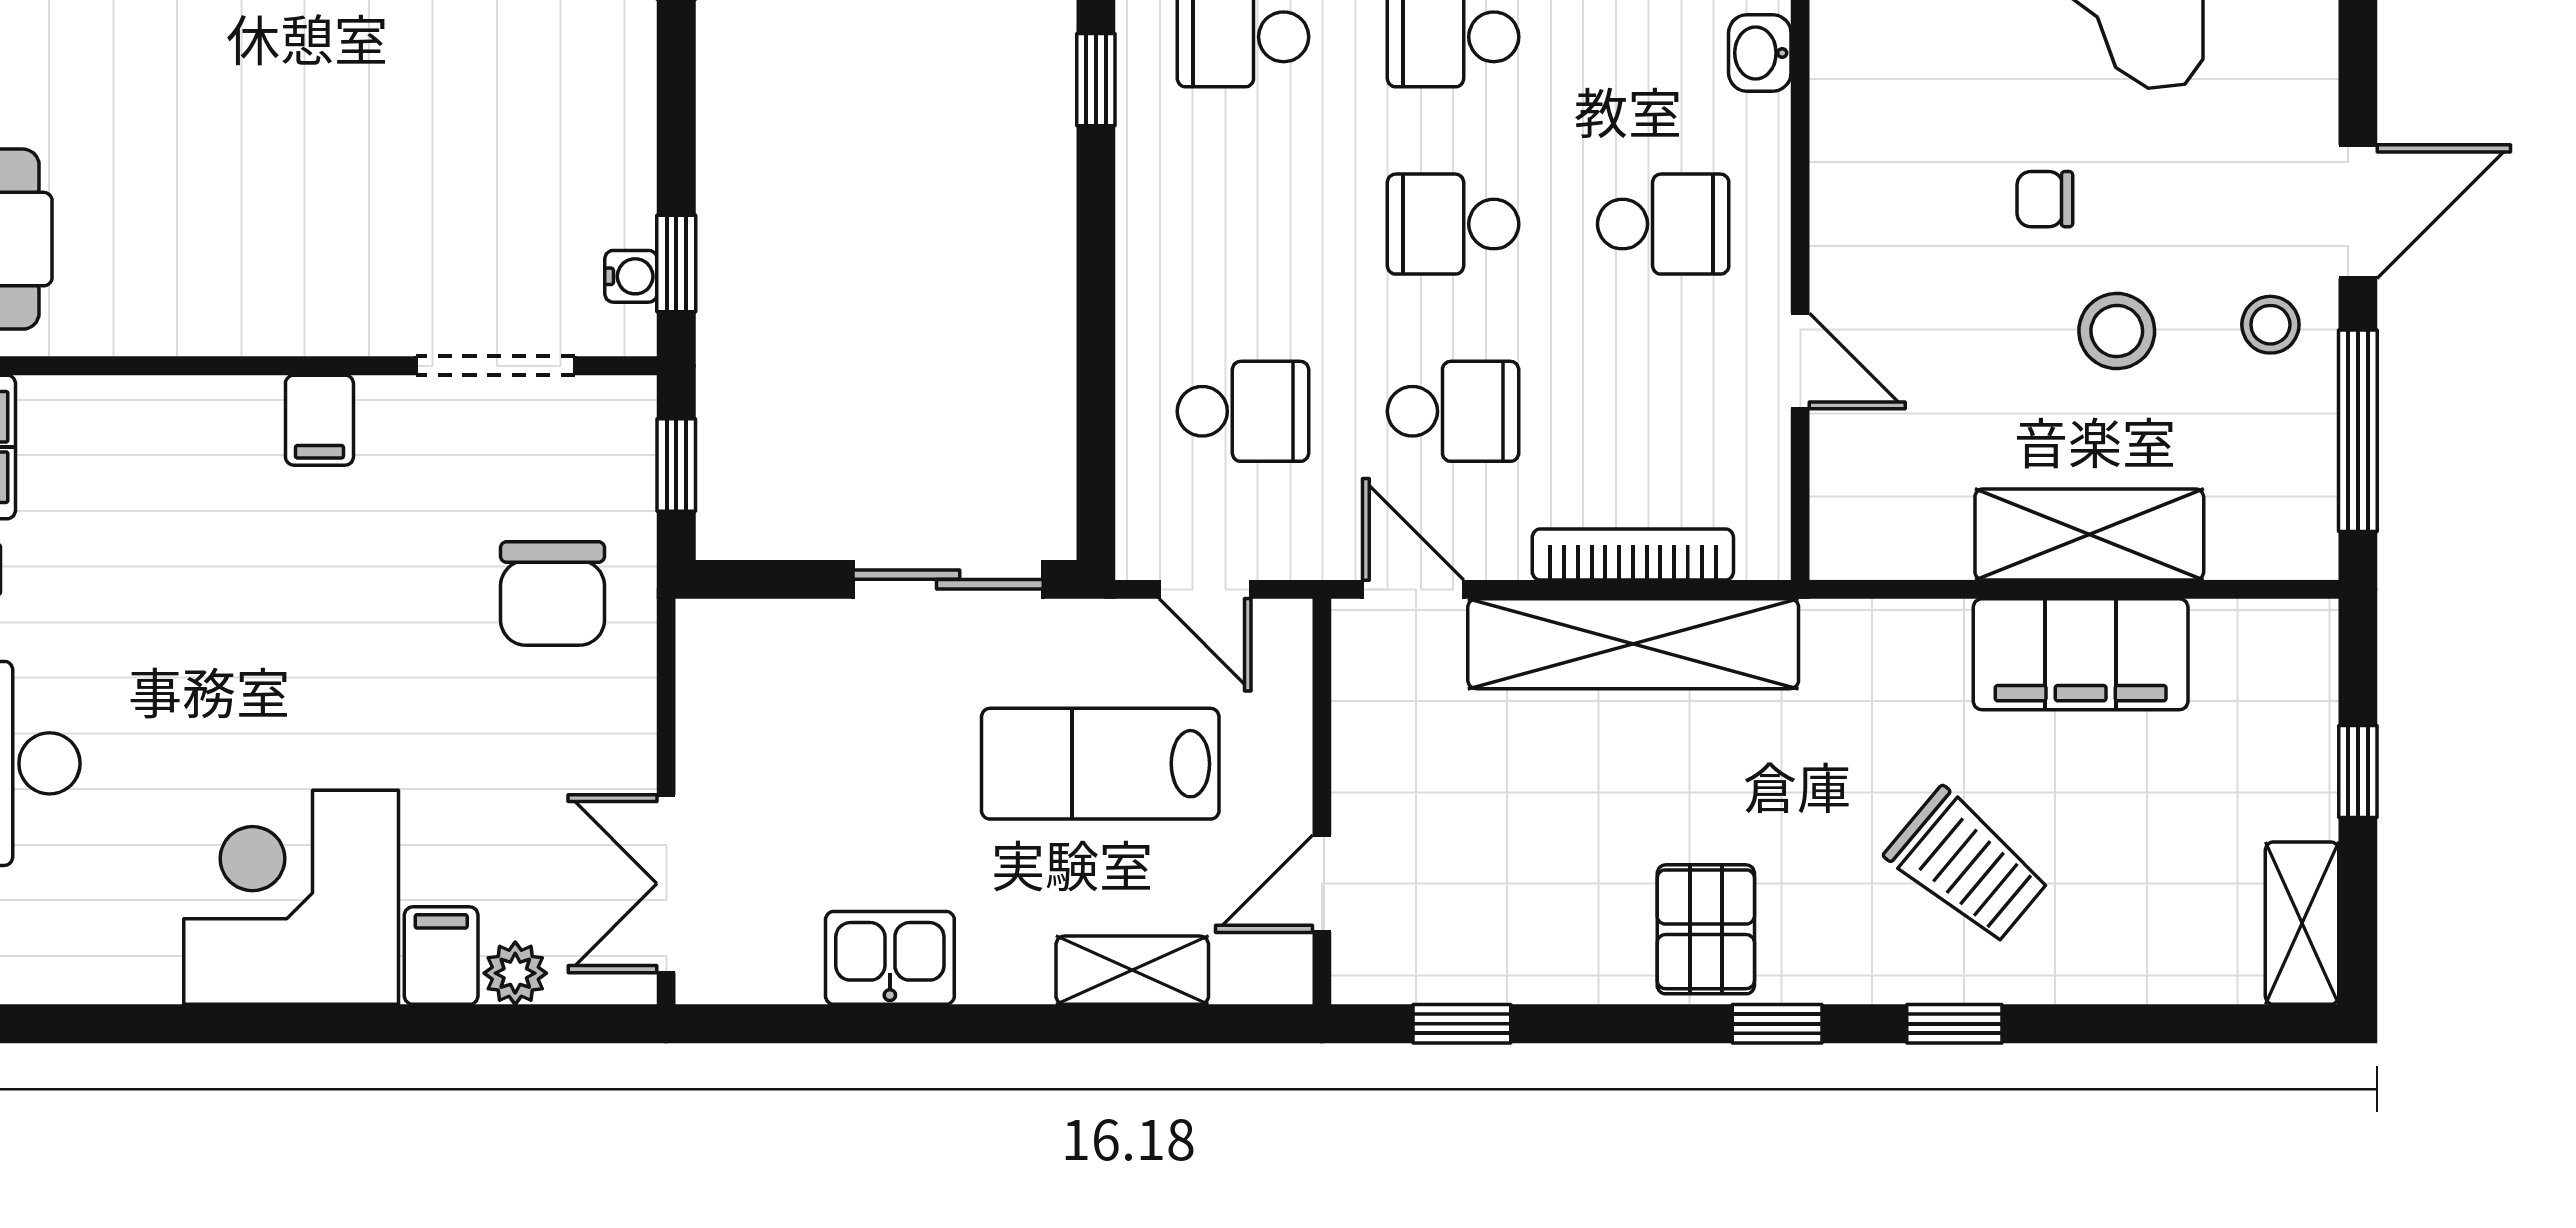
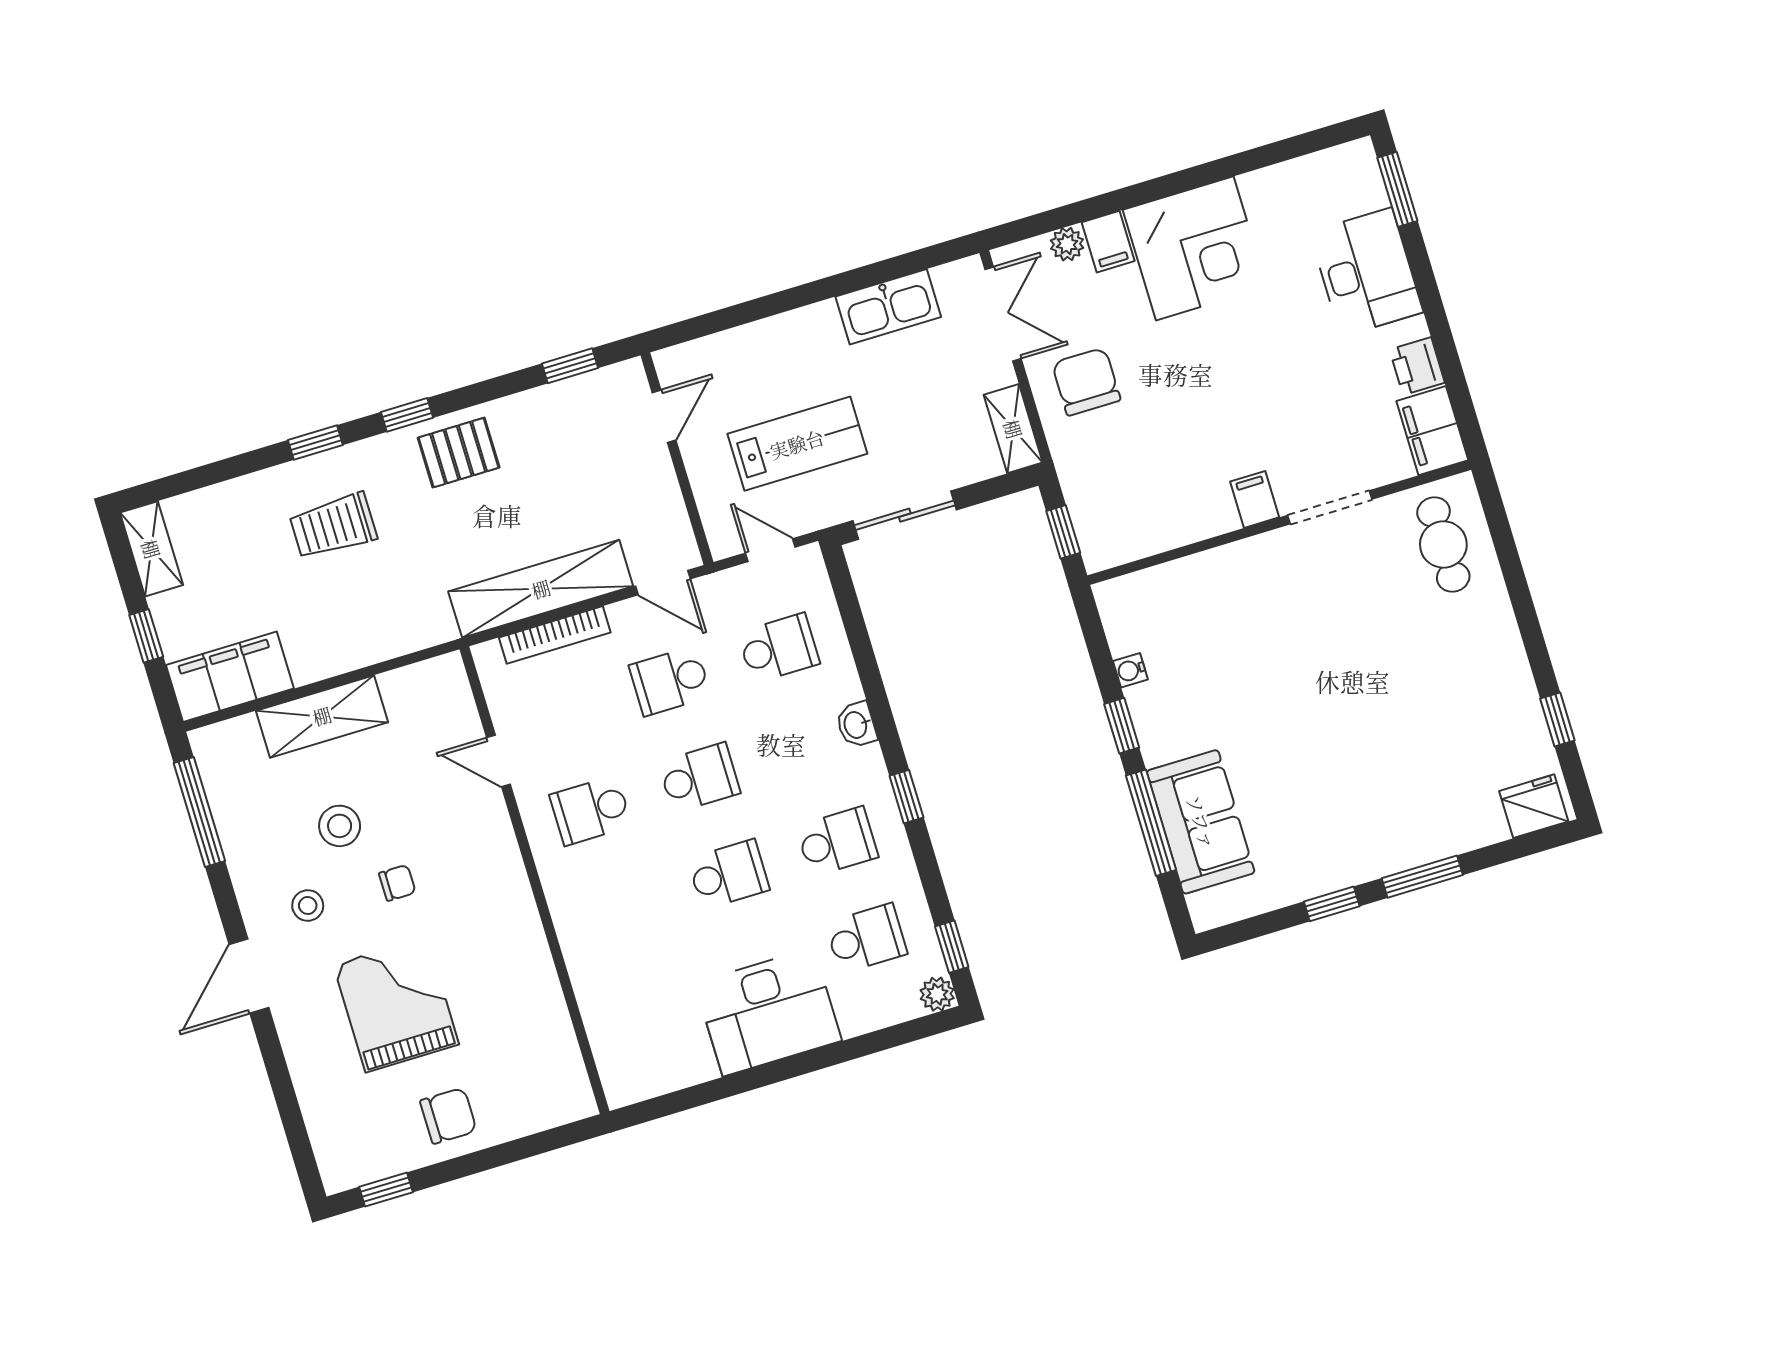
washbasin: (1760, 53) -> (856, 725), moved, turned 180
door: (2358, 212) -> (249, 976), moved
window: (676, 263) -> (1122, 726), moved
water cooler: (631, 276) -> (1130, 670), moved
stool: (2270, 325) -> (308, 905), moved
doorway: (496, 366) -> (1330, 507), moved
school desk: (1243, 411) -> (779, 648), turned 180
chair: (553, 594) -> (1086, 382), moved
filing cabinet: (2081, 654) -> (230, 677), moved
trolley: (1968, 866) -> (333, 526), turned -40
pallet: (1706, 929) -> (459, 453), turned 90
kitchen sink: (890, 958) -> (888, 307), width x1.38
shelving: (1132, 970) -> (1013, 429), moved, turned 90

